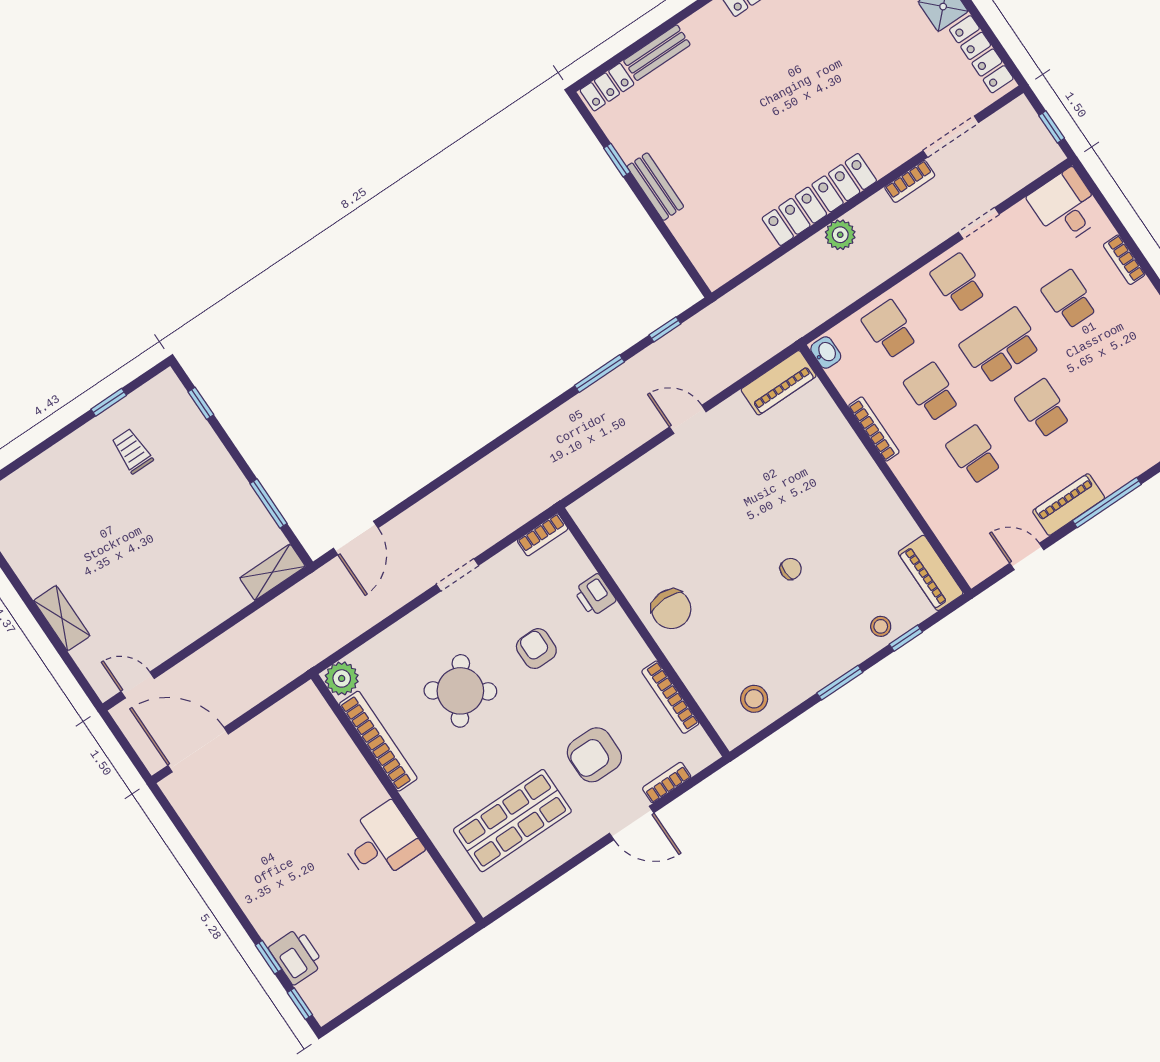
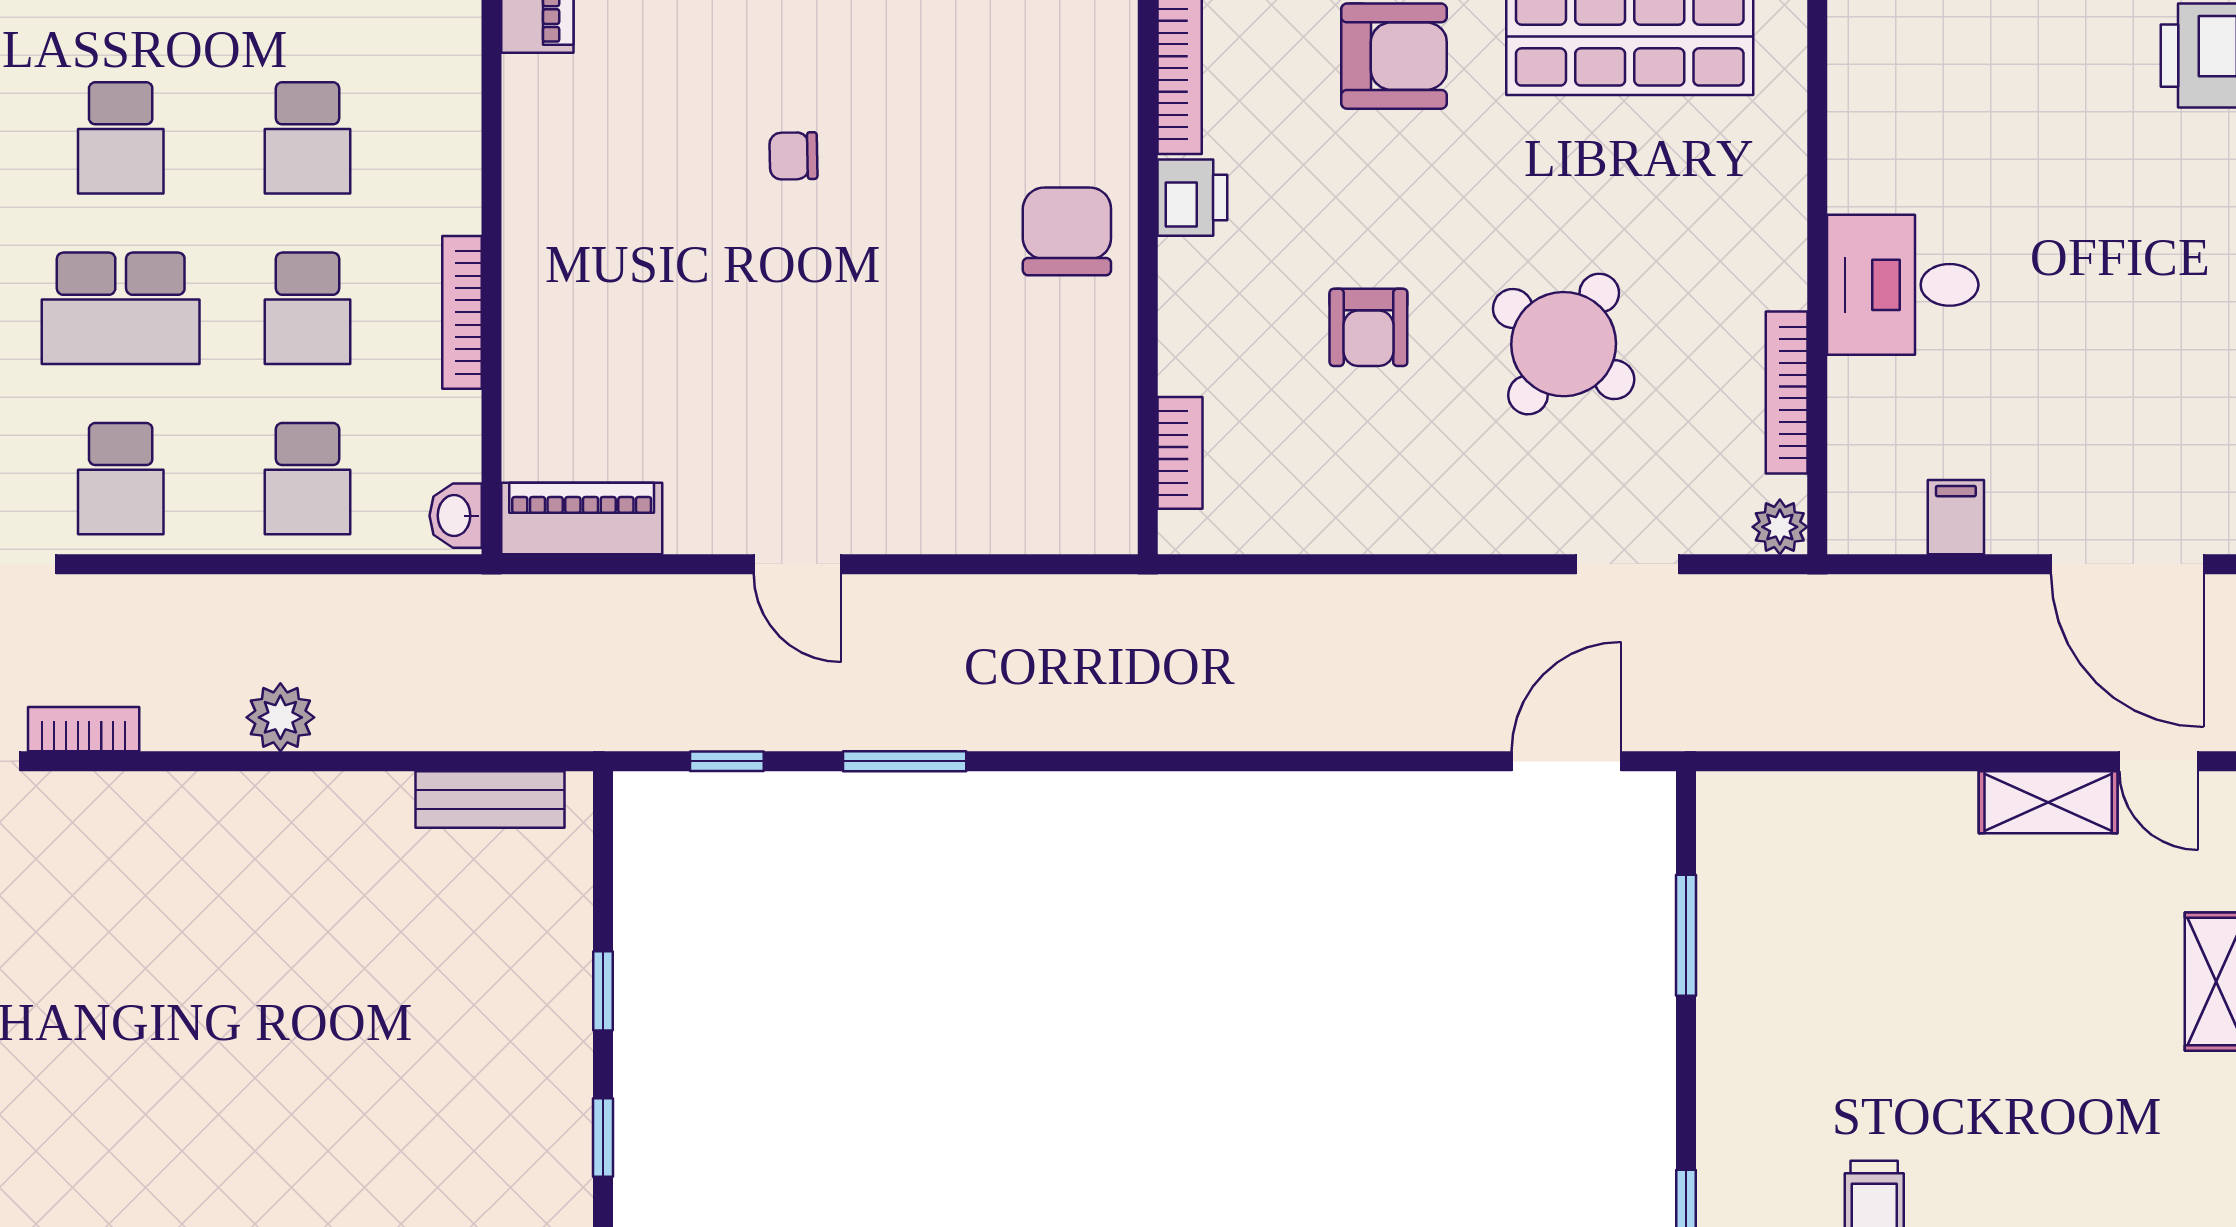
bench: (655, 187) -> (490, 799), moved, turned 90
locker: (819, 200) -> (275, 809), removed
window: (653, 214) -> (603, 991), added
bookcase: (543, 535) -> (1180, 453), moved, turned 90
shelving: (272, 572) -> (2048, 802), moved
doorway: (457, 575) -> (1628, 564), moved
printer: (595, 595) -> (1192, 198), moved
plant: (342, 678) -> (1780, 527), width x0.73, depth x0.73
filing cabinet: (273, 725) -> (1956, 517), added
bookcase: (378, 741) -> (1787, 392), width x0.68, depth x0.76
desk: (381, 843) -> (1903, 285), moved

